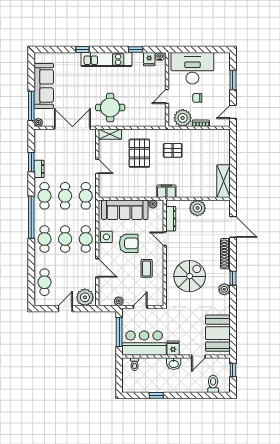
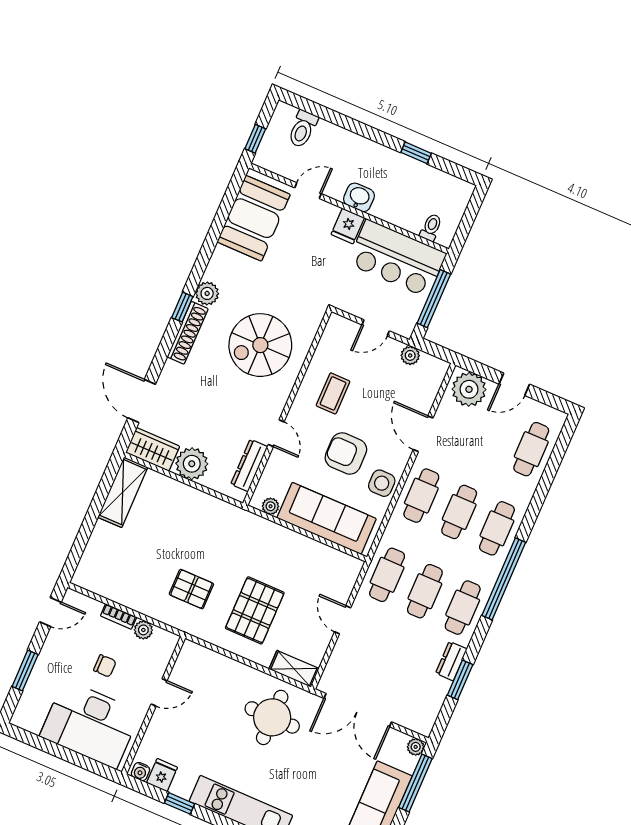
plant: (183, 118) -> (143, 630), width x0.53, depth x0.53
filing cabinet: (166, 191) -> (236, 519), removed
wardrobe: (218, 207) -> (153, 449), added
shoe rack: (225, 254) -> (188, 333), moved

